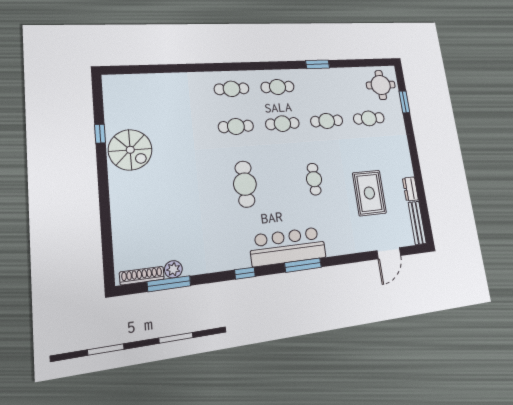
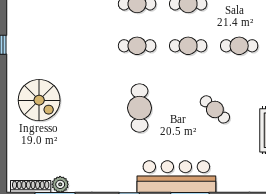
spiral stairs: (130, 150) -> (39, 100), moved
cafe table: (314, 179) -> (215, 109), turned -48

